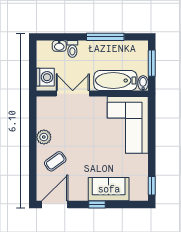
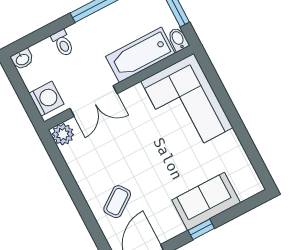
washbasin: (59, 46) -> (22, 59), moved
double door: (73, 93) -> (94, 101), swing flipped
plant: (44, 137) -> (63, 134), moved
window: (152, 186) -> (260, 167), removed

